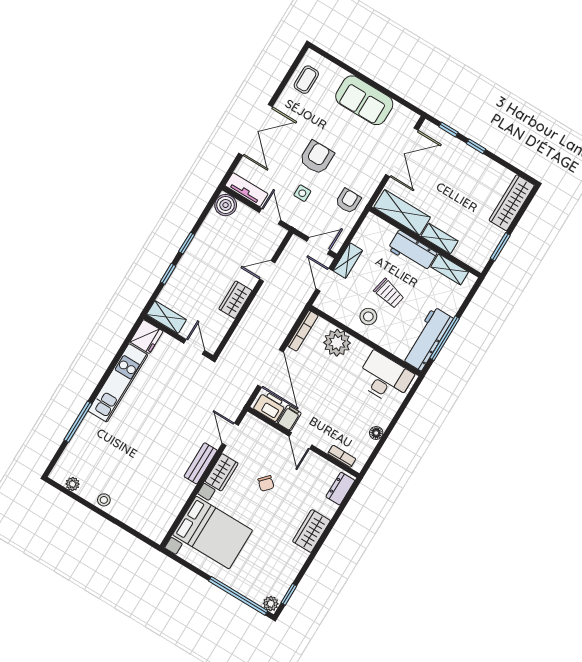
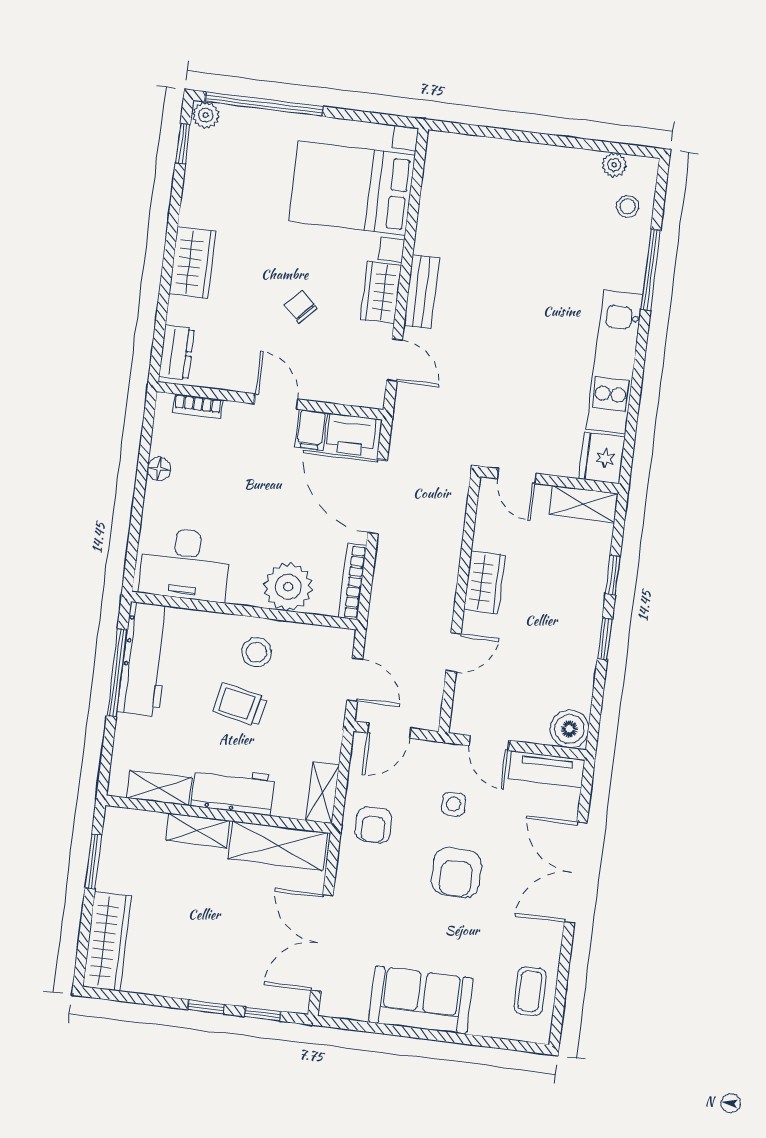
shelving: (348, 261) -> (322, 793), moved
stool: (104, 500) -> (628, 206), moved

